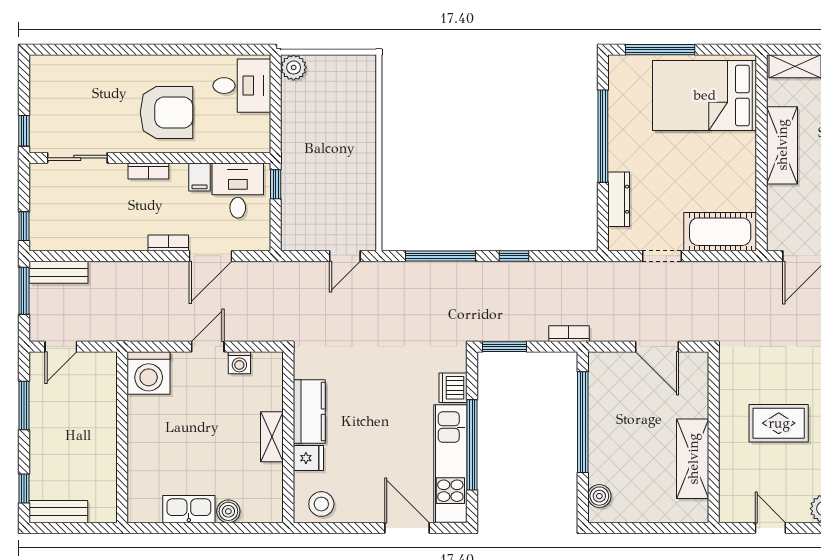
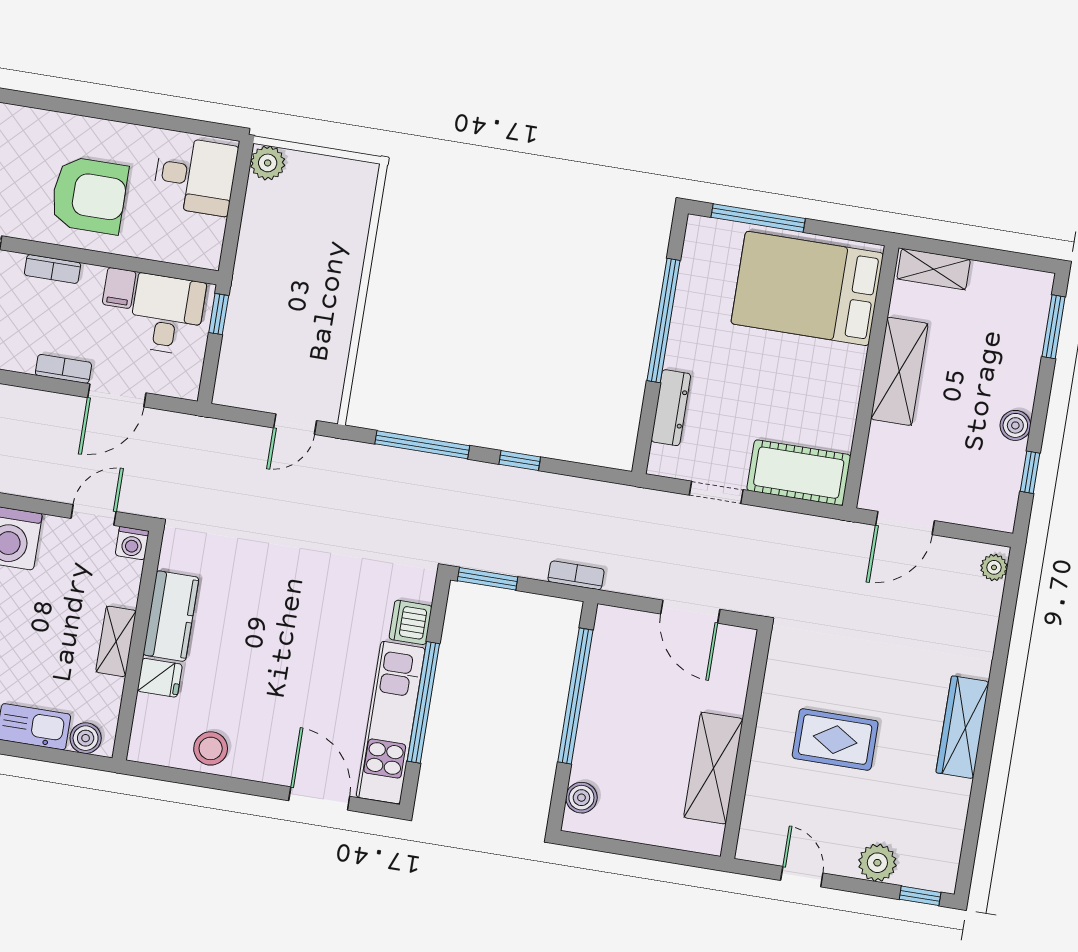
kitchen counter: (309, 412) -> (171, 616), moved
shelving: (272, 437) -> (116, 641), moved
wall: (288, 437) -> (138, 646), moved
fridge: (308, 458) -> (160, 678), moved

